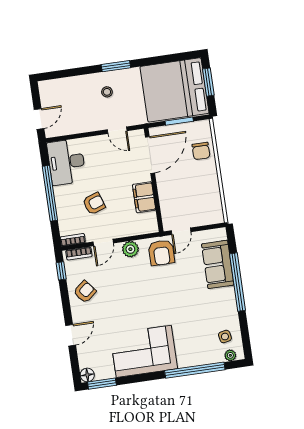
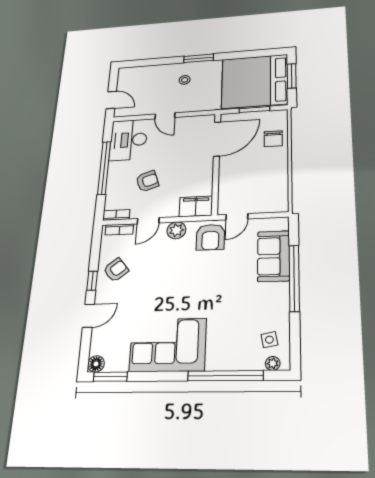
door: (39, 119) -> (111, 100), hinge flipped
door: (117, 130) -> (165, 116), moved
filing cabinet: (144, 197) -> (196, 206), moved, turned 90
window: (61, 271) -> (92, 281), moved

